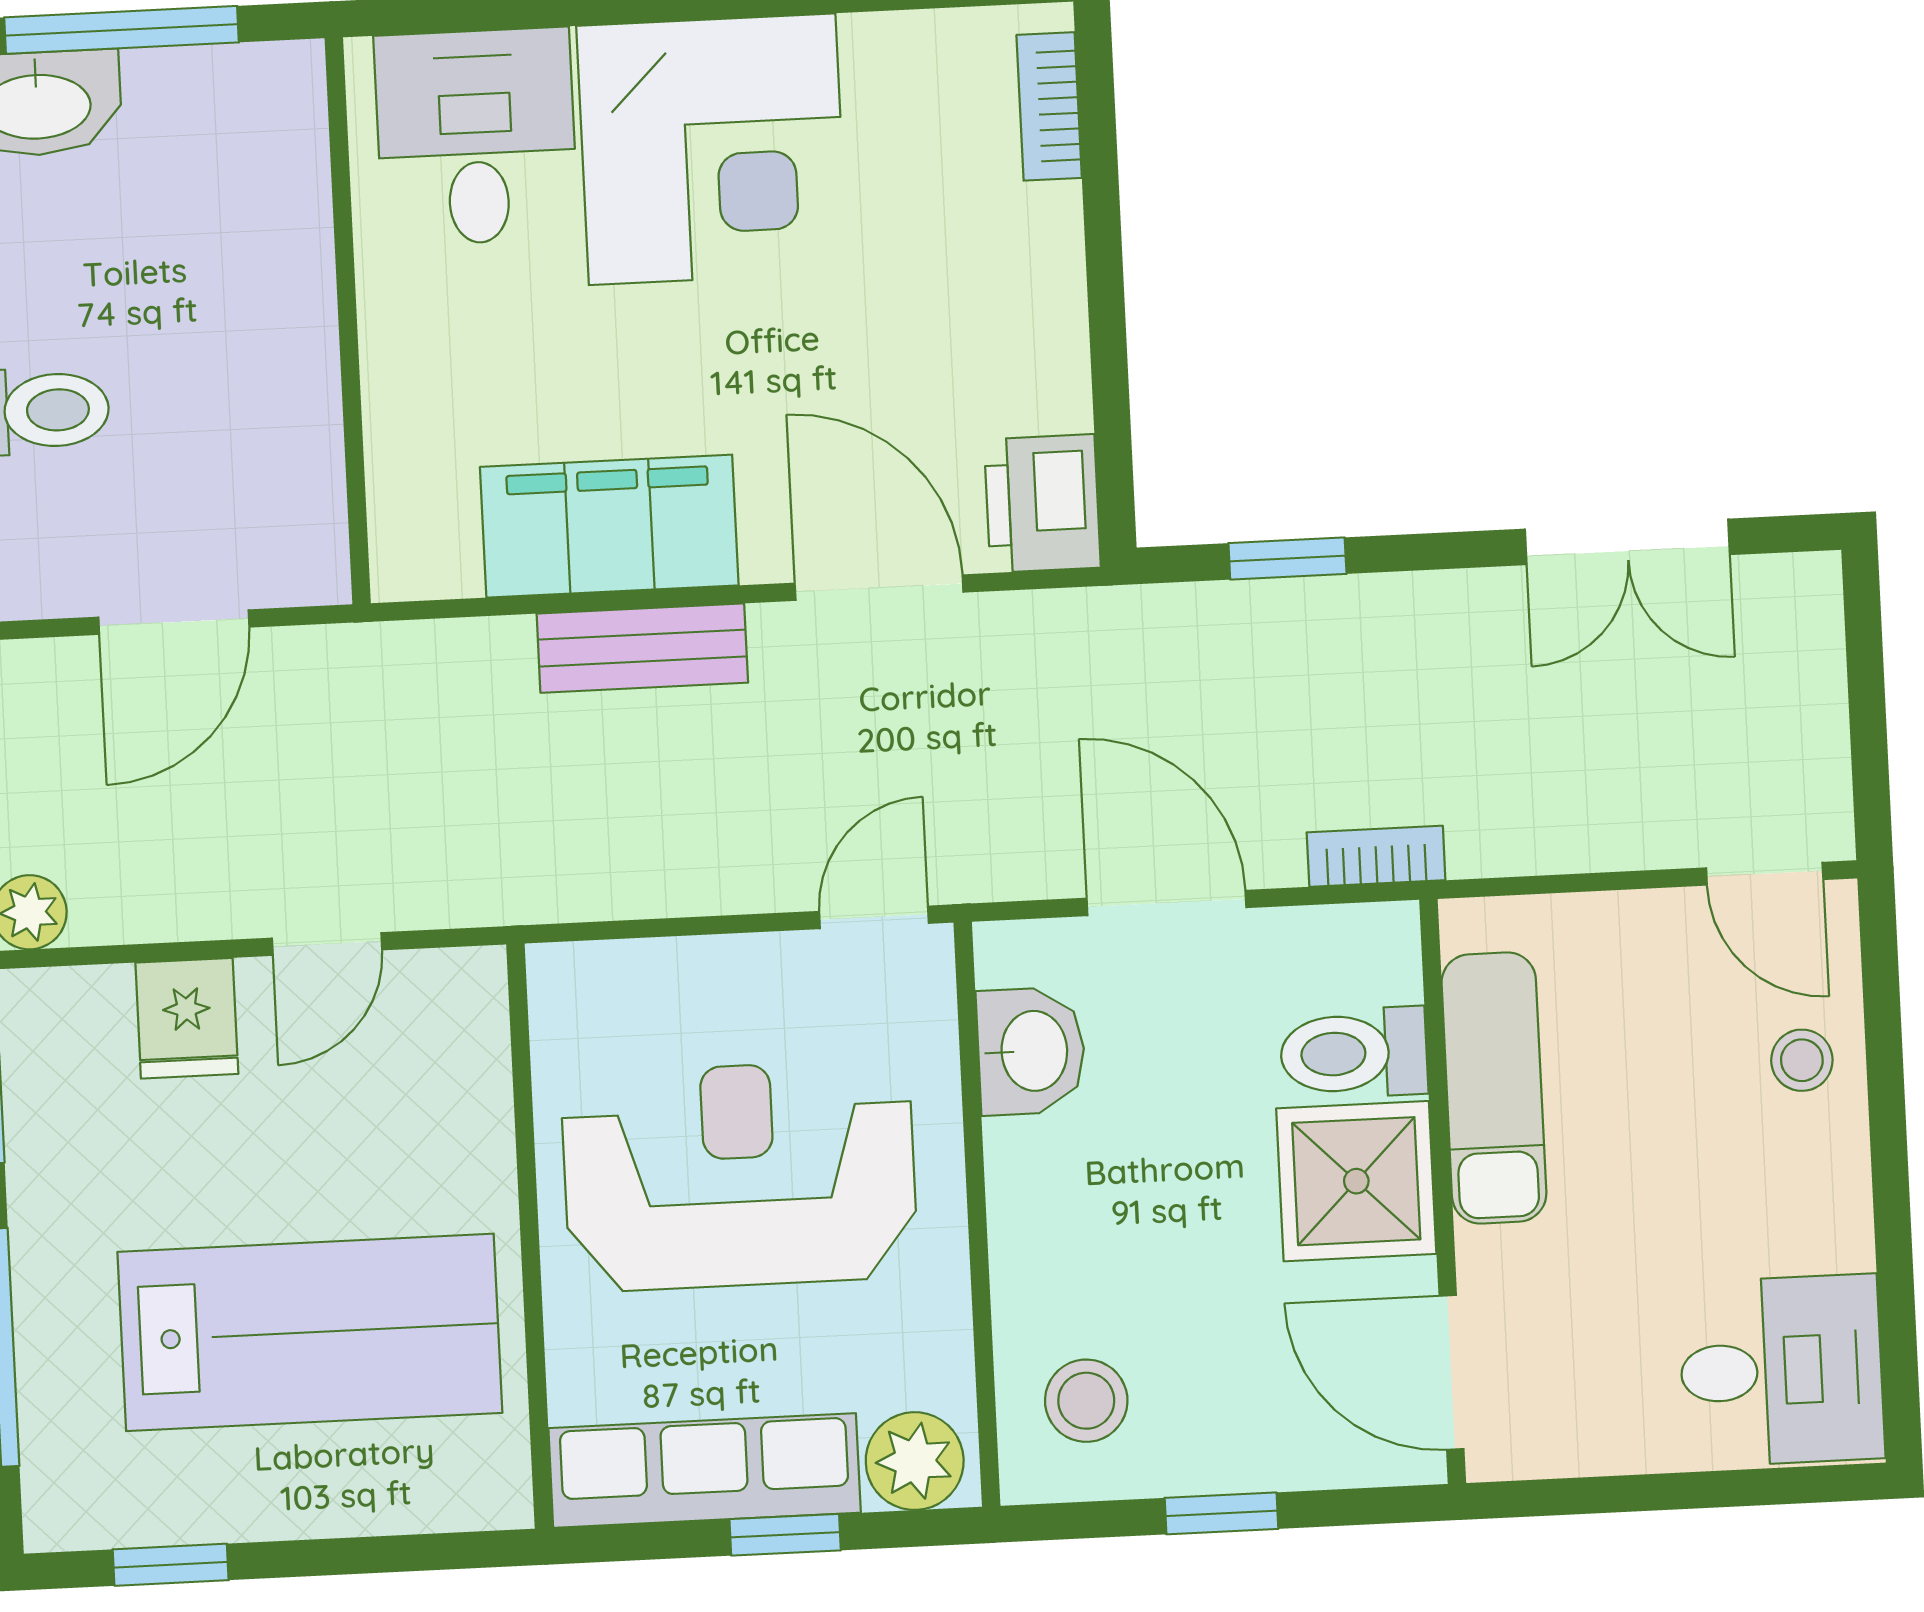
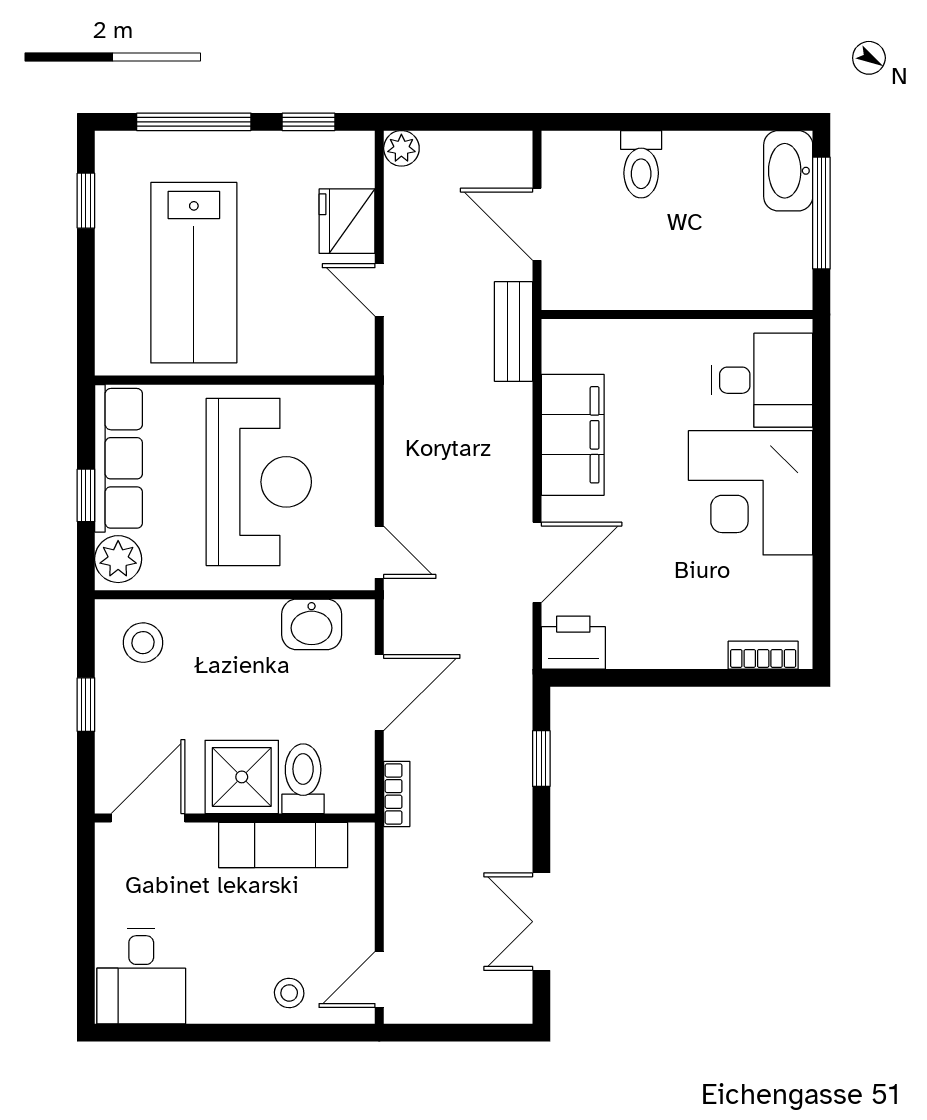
bench: (642, 648) -> (513, 331), moved
fridge: (187, 1018) -> (347, 221), width x1.38

